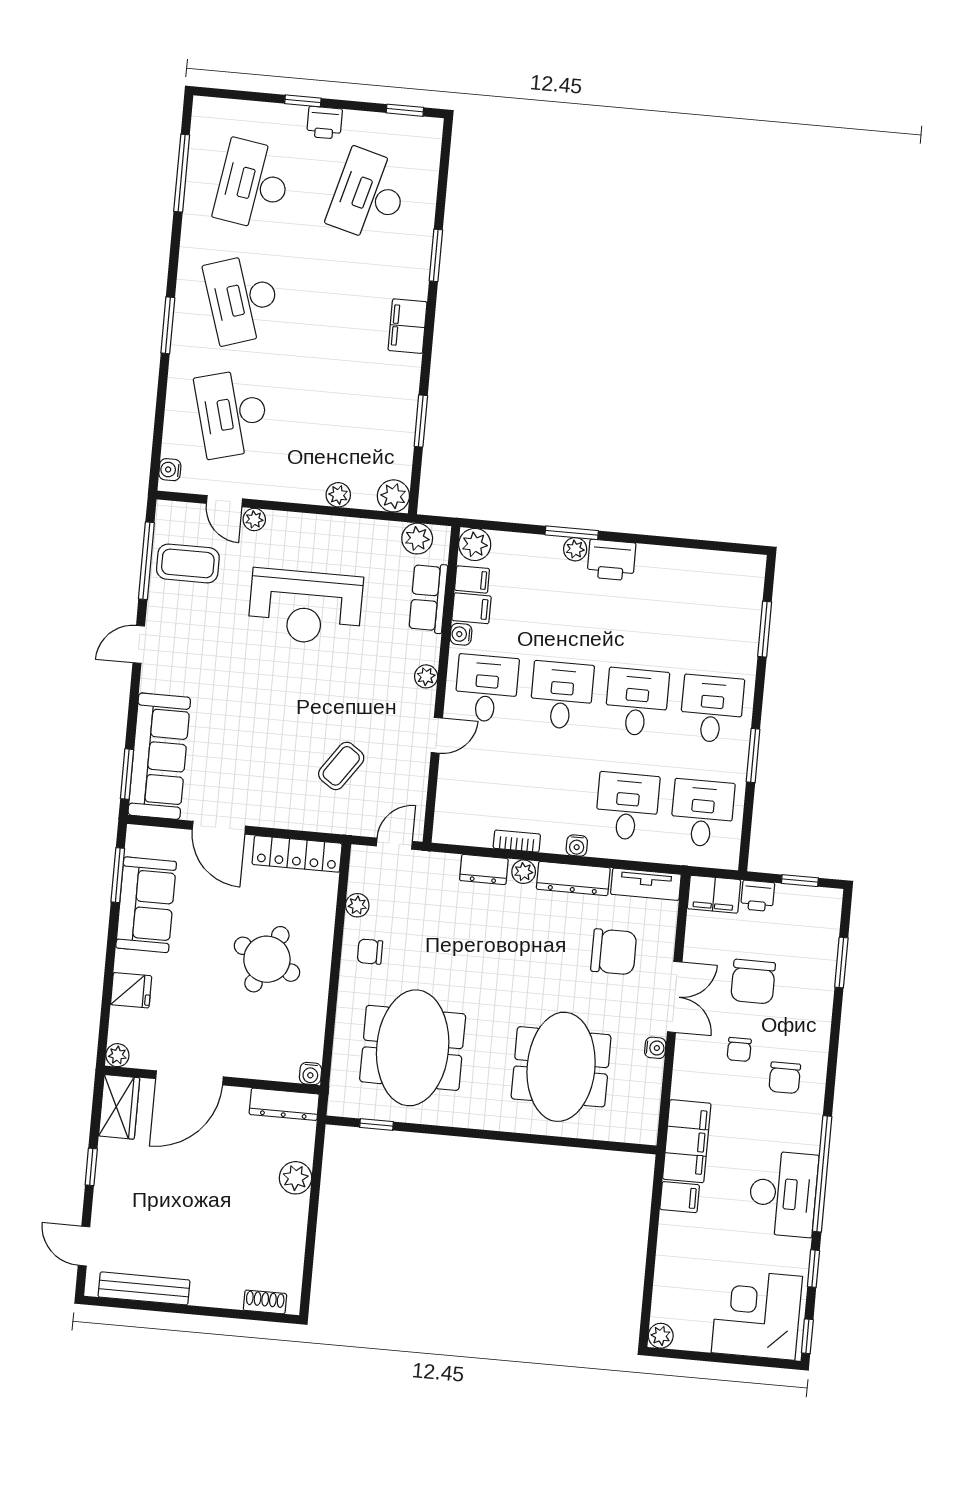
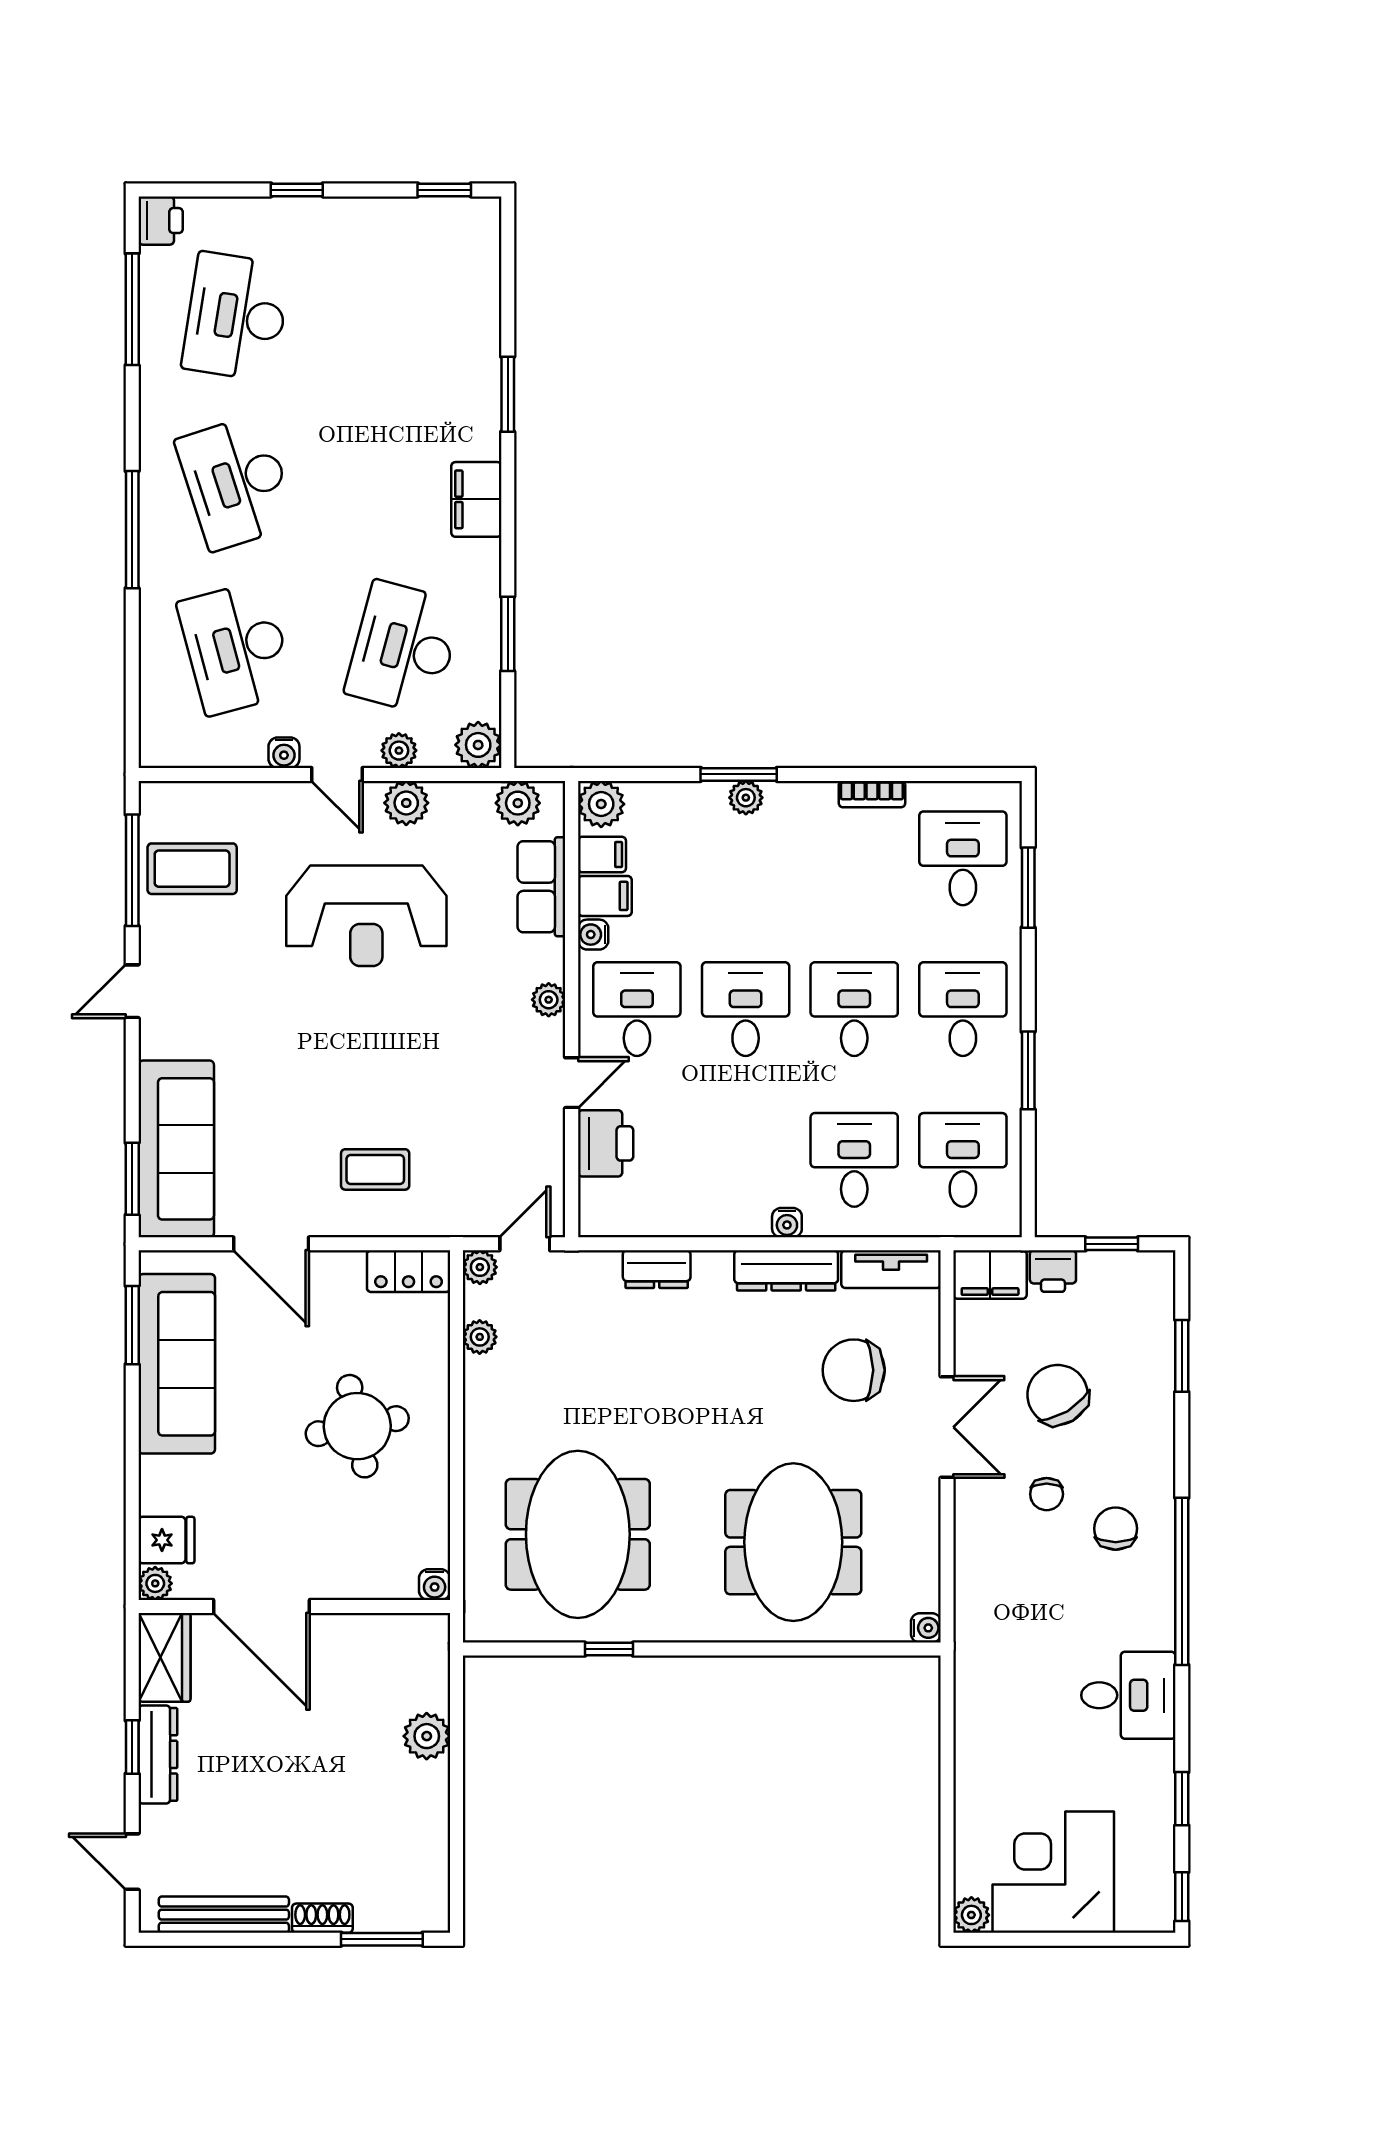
printer: (325, 123) -> (161, 221), moved, turned -90
desk: (369, 195) -> (404, 648), moved
window: (168, 325) -> (132, 530), width x1.44
water cooler: (170, 470) -> (284, 753), moved, turned -90
door: (225, 501) -> (337, 774), moved
plant: (254, 520) -> (406, 803), moved, width x1.38, depth x1.38
printer: (611, 560) -> (606, 1143), moved, turned -90
desk: (721, 605) -> (963, 858), added
coffee table: (341, 766) -> (375, 1169), moved, turned 55
bookcase: (517, 841) -> (872, 794), moved, turned 180
locker: (297, 854) -> (409, 1271), width x0.66
plant: (524, 872) -> (480, 1267), moved
sofa: (146, 905) -> (177, 1364), width x1.36
chair: (370, 952) -> (504, 1402), removed
chair: (614, 952) -> (854, 1370), turned 180
round table: (267, 959) -> (357, 1426), turned -35
chair: (753, 982) -> (1058, 1395), turned 149
fridge: (131, 990) -> (166, 1540), moved
water cooler: (655, 1048) -> (926, 1628), moved
door: (189, 1078) -> (261, 1606), hinge flipped
chair: (785, 1078) -> (1116, 1529), turned 180
dresser: (284, 1104) -> (158, 1754), moved, turned -90
window: (377, 1125) -> (609, 1649), moved
filing cabinet: (687, 1141) -> (983, 1632), removed
window: (822, 1174) -> (1182, 1581), moved
desk: (783, 1194) -> (1128, 1695), width x0.73
filing cabinet: (680, 1197) -> (980, 1714), removed
shoe rack: (265, 1302) -> (322, 1918), moved
window: (252, 1315) -> (382, 1939), added
corner desk: (757, 1315) -> (1053, 1872), moved

